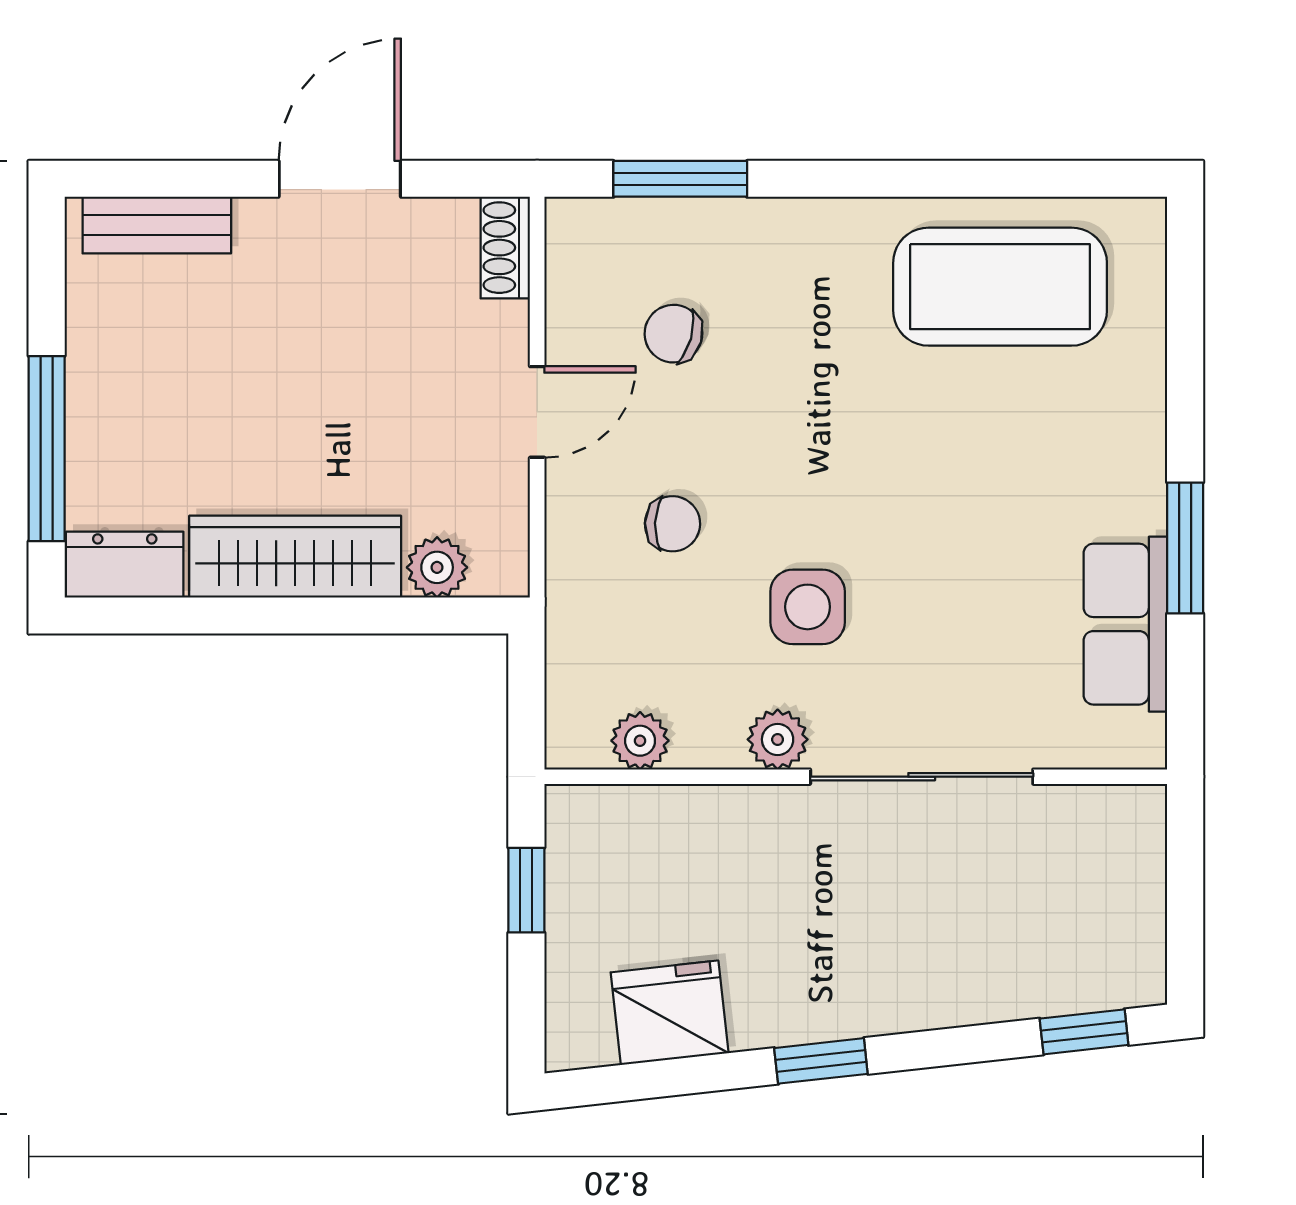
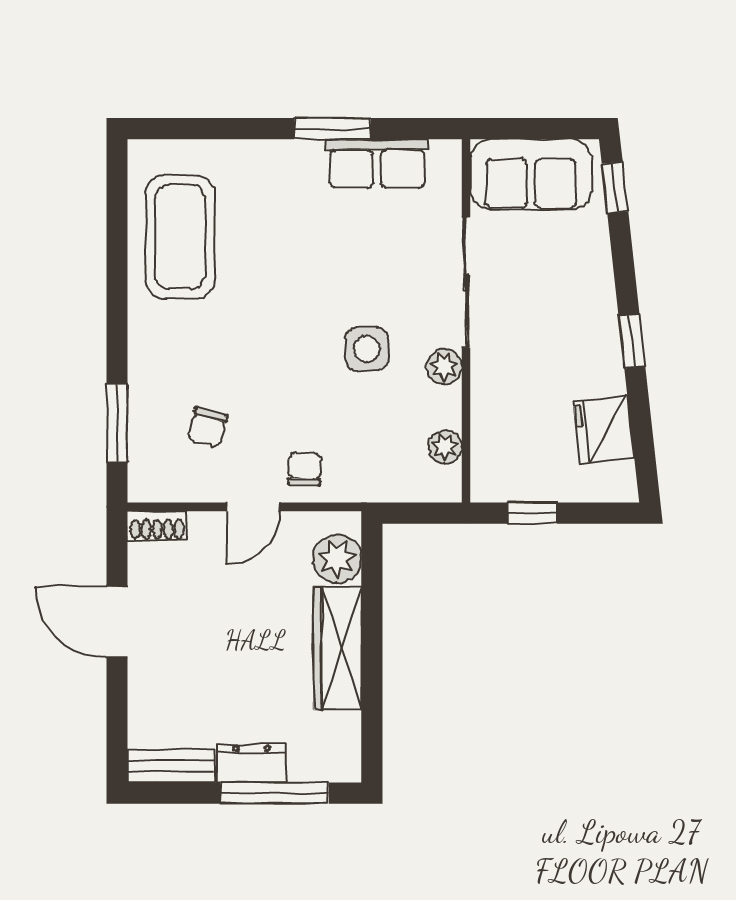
bench: (157, 225) -> (171, 766), moved, turned 90
door: (537, 412) -> (253, 507), swing flipped
chair: (673, 524) -> (305, 469), moved
dresser: (125, 565) -> (252, 763), moved, turned 90
plant: (437, 567) -> (337, 559), width x1.38, depth x1.38
sofa: (1107, 888) -> (531, 174), added

